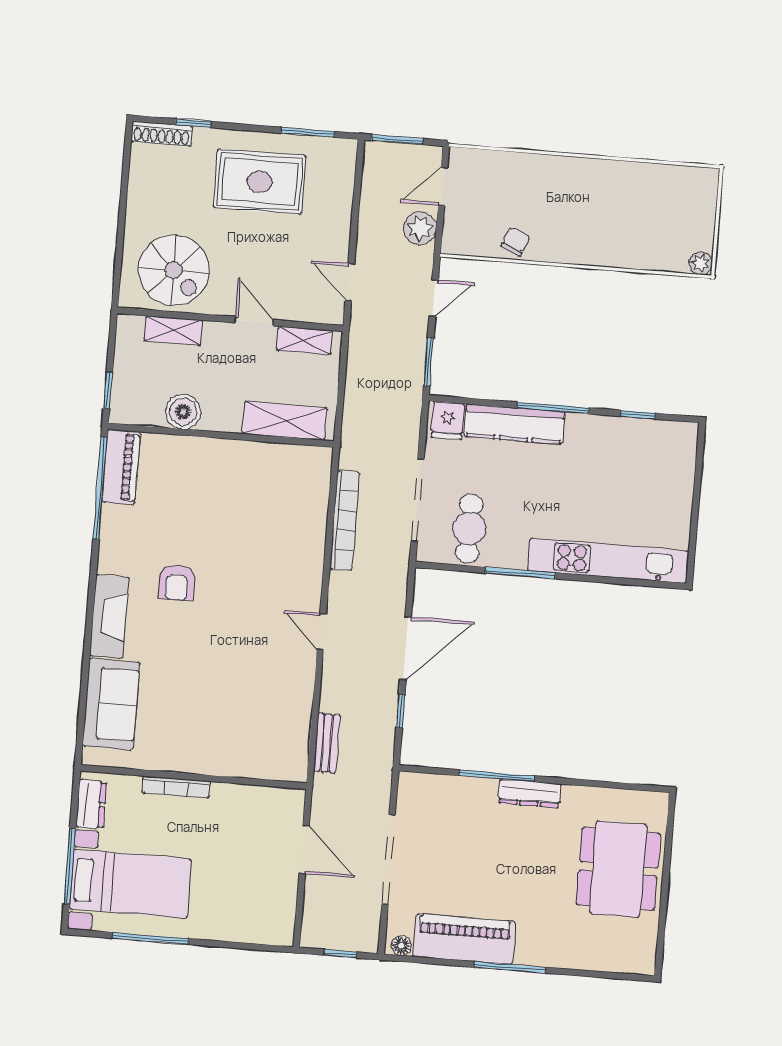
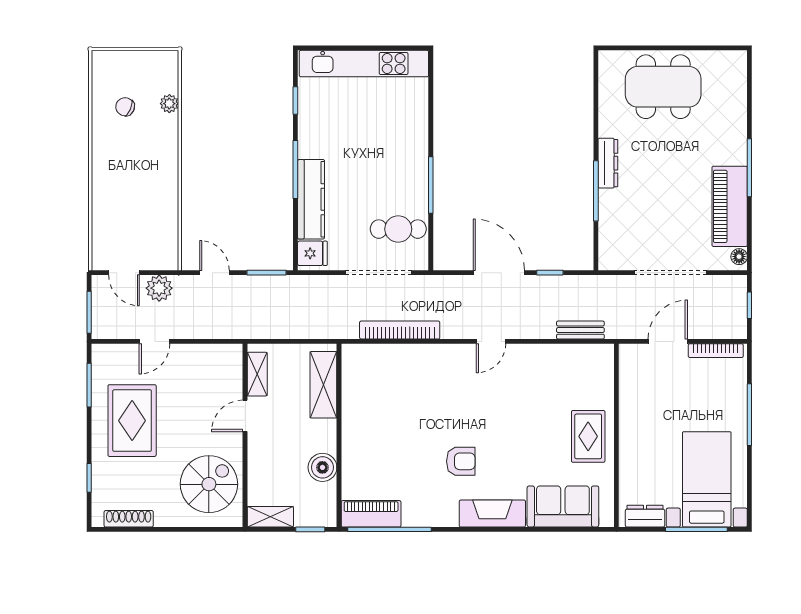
shoe rack: (162, 134) -> (129, 519), moved, turned -90
chair: (516, 242) -> (125, 107), moved
plant: (701, 263) -> (169, 104), moved
door: (350, 282) -> (154, 341), moved
shelving: (173, 330) -> (270, 517), moved, turned 90
kitchen unit: (608, 561) -> (364, 64), moved, turned -90
rug: (195, 742) -> (588, 436), added
bookcase: (176, 787) -> (716, 351), moved, turned 90
window: (151, 938) -> (749, 415), moved

